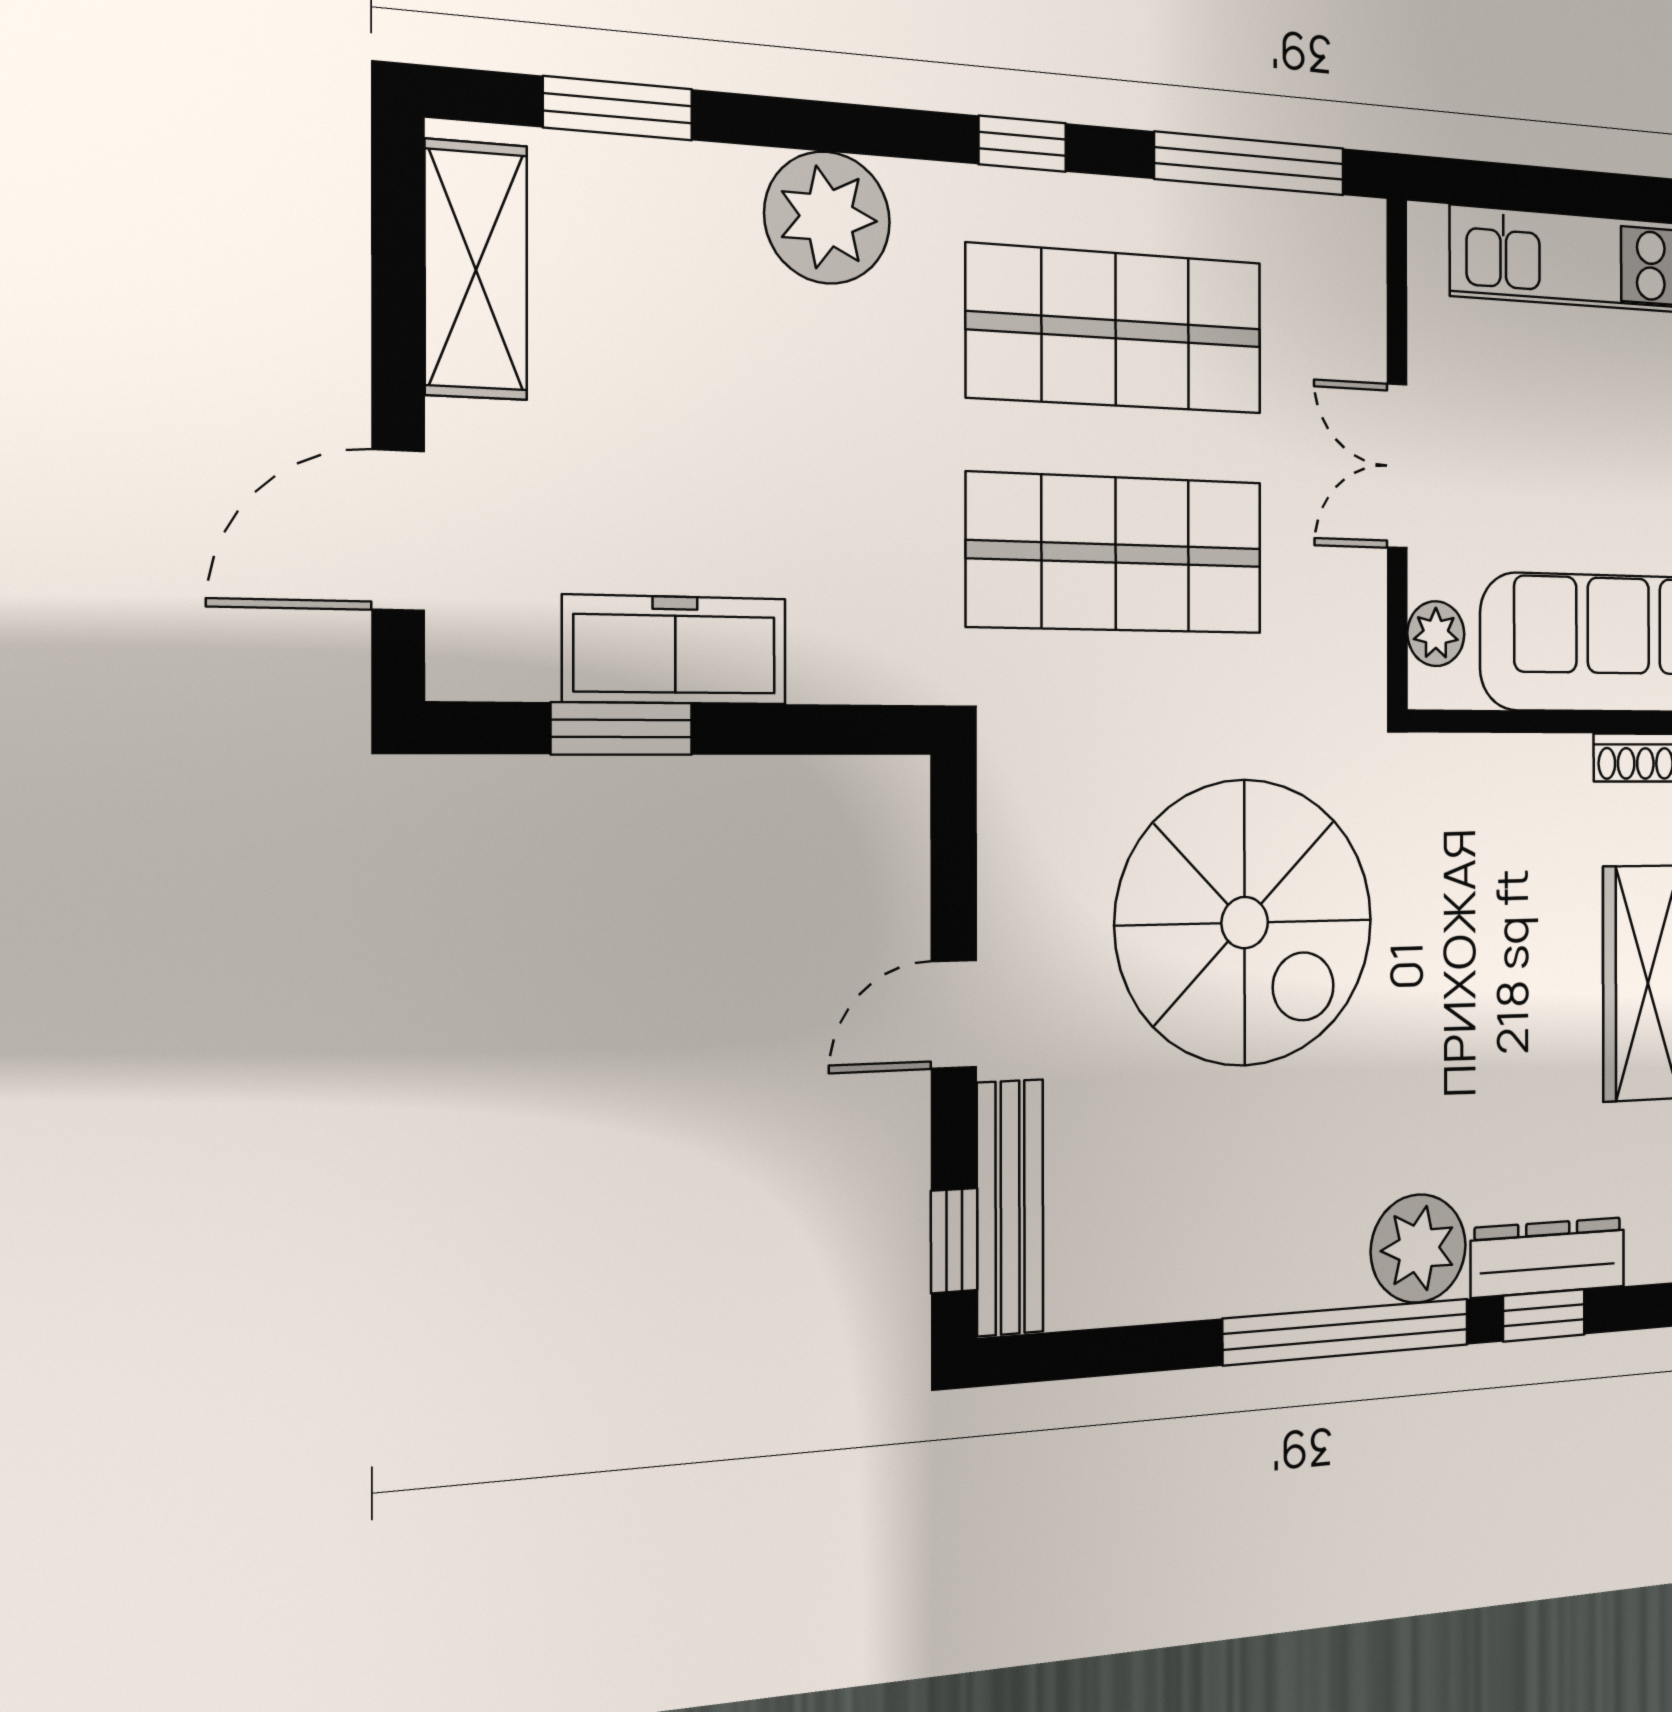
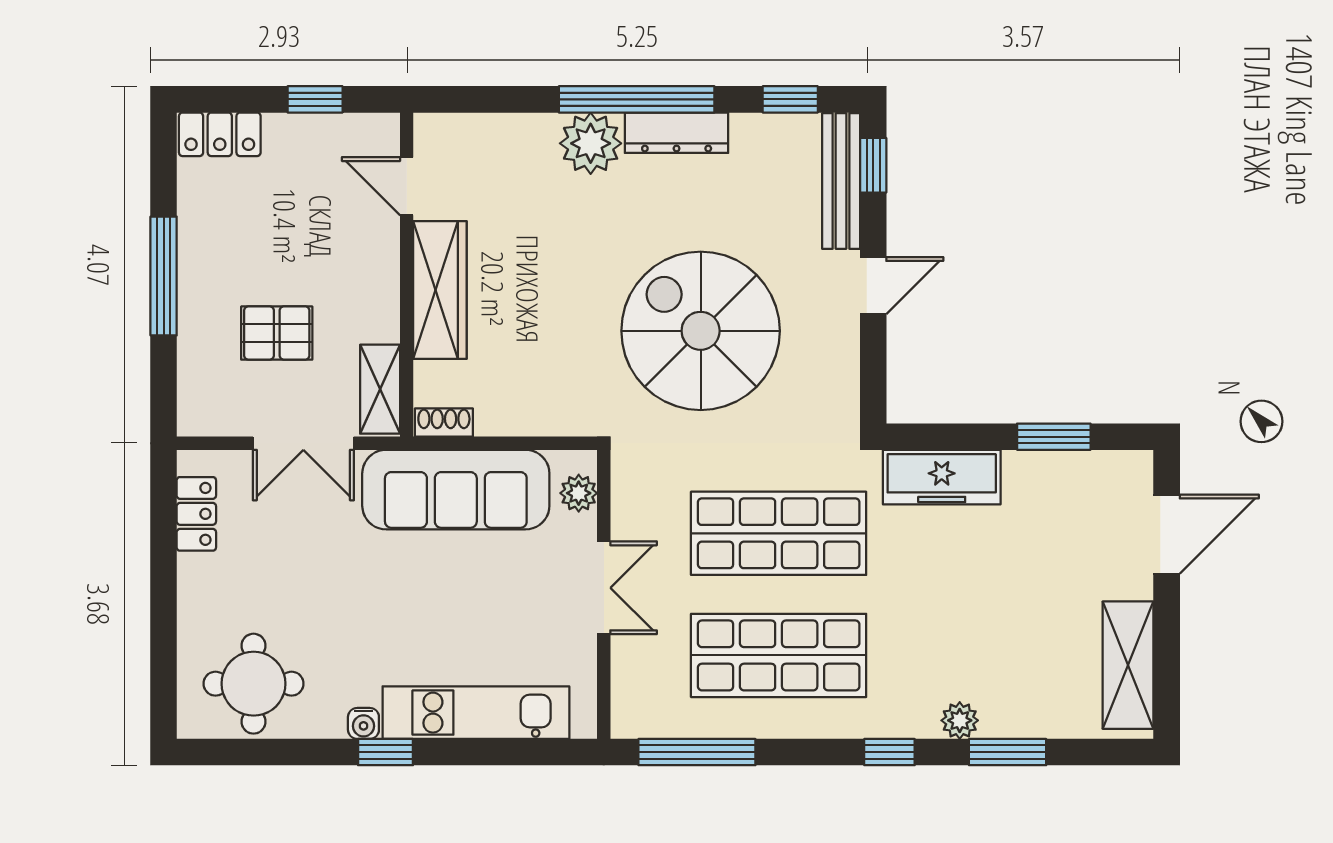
window: (618, 108) -> (1008, 752), moved
window: (1022, 144) -> (889, 752), moved
plant: (827, 218) -> (960, 720), width x0.53, depth x0.53
freezer: (675, 650) -> (942, 477), moved
dresser: (1548, 1257) -> (677, 133), moved
window: (1544, 1315) -> (790, 99), moved

